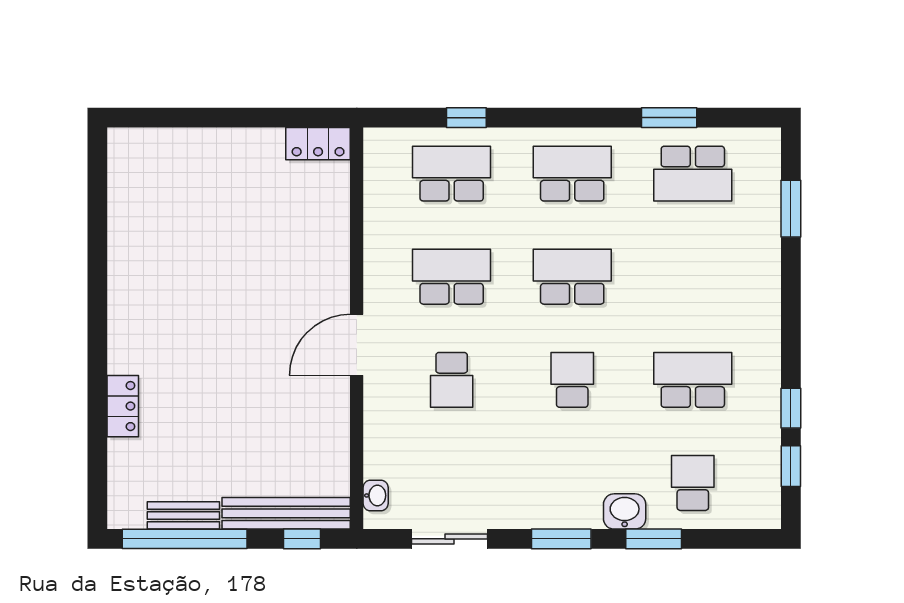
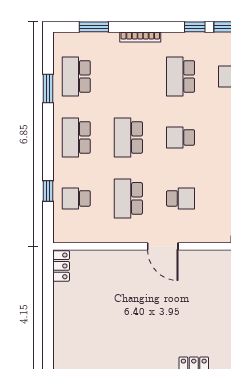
school desk: (452, 174) -> (76, 198), width x0.54
school desk: (693, 174) -> (76, 76), turned 180
bookcase: (771, 300) -> (140, 37), added

